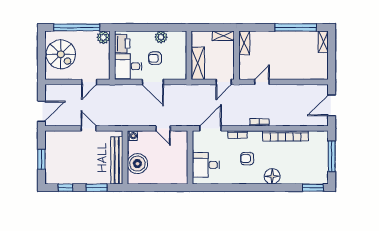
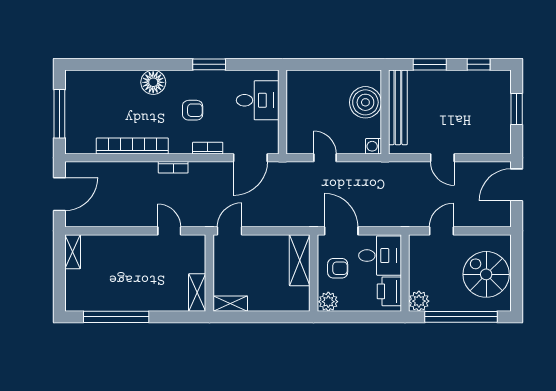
shelving: (323, 42) -> (73, 252), moved
wall: (189, 55) -> (314, 273), moved
shelving: (198, 63) -> (300, 260), moved
door: (262, 82) -> (169, 231), swing flipped
window: (313, 188) -> (209, 64), moved

